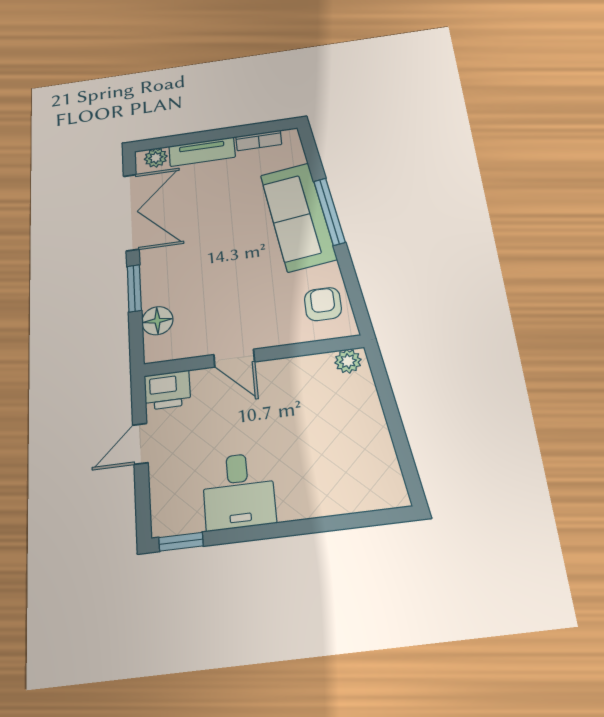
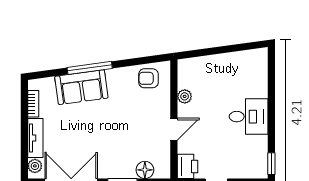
sofa: (298, 217) -> (81, 87), width x0.73
plant: (348, 361) -> (185, 96), moved
desk: (239, 491) -> (249, 117), moved

